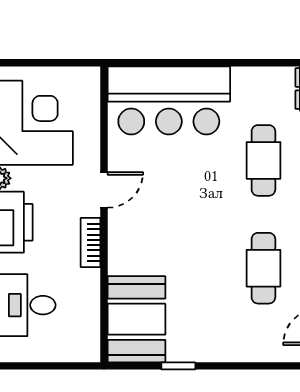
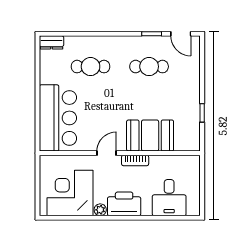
door: (104, 190) -> (107, 153), hinge flipped
booth: (136, 319) -> (150, 136), moved

